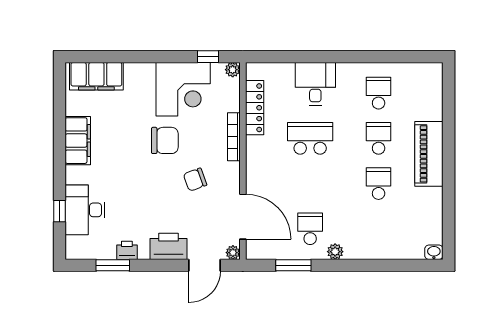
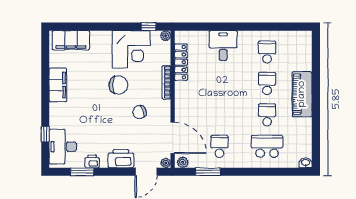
school desk: (310, 138) -> (267, 146), moved
desk: (85, 210) -> (63, 147), moved
plant: (335, 252) -> (183, 162), moved

